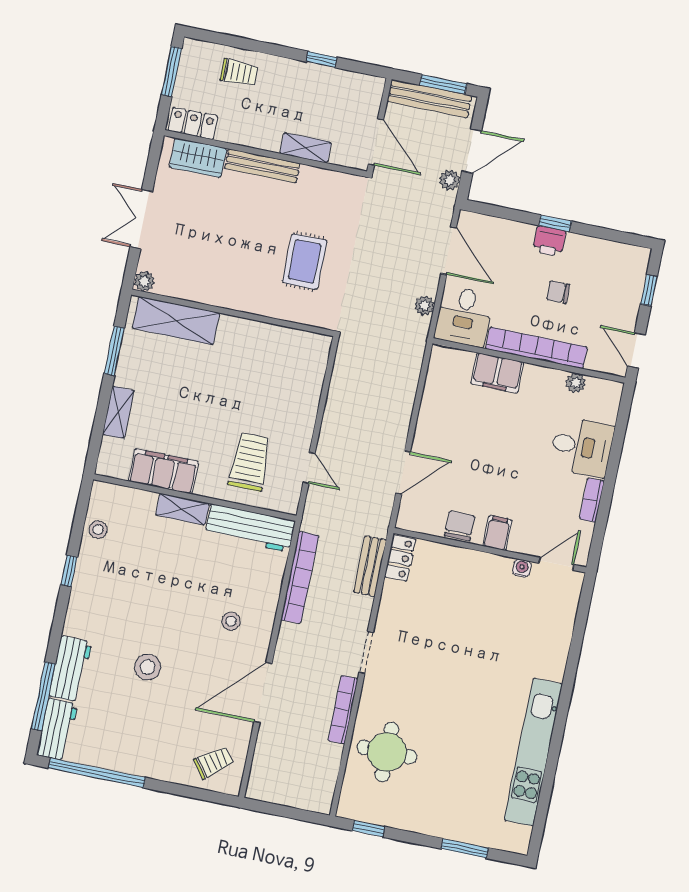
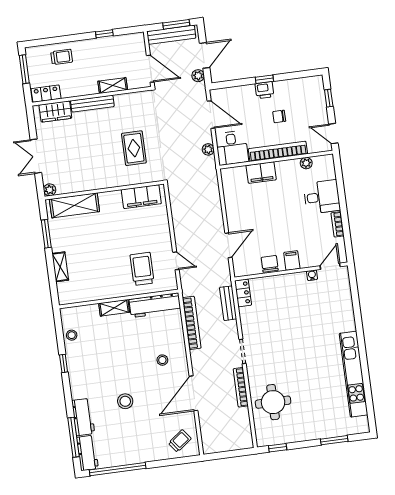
filing cabinet: (163, 471) -> (141, 197), moved, turned 180

